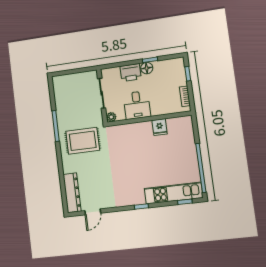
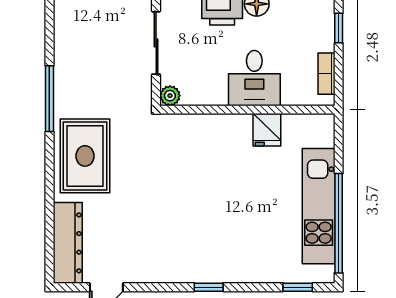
desk: (137, 105) -> (254, 78), moved
rug: (83, 141) -> (85, 156), moved, turned 90
kitchen unit: (173, 193) -> (319, 206), moved, turned -90

